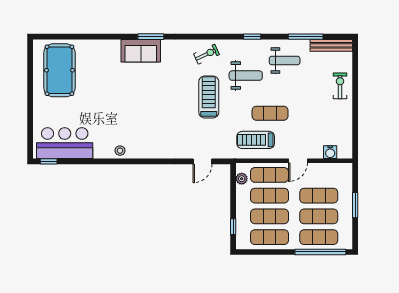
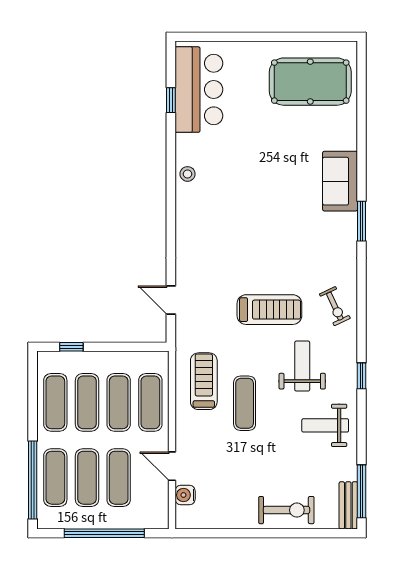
window: (306, 37) -> (362, 491), moved
bench: (331, 45) -> (348, 505), width x0.73
sofa: (141, 51) -> (340, 181), moved
weight bench: (285, 61) -> (325, 425), turned 90
weight bench: (246, 76) -> (302, 366), turned 180
exercise bike: (340, 86) -> (286, 510), width x1.38, depth x1.39
window: (49, 161) -> (171, 100), moved
door: (298, 161) -> (172, 466), moved
plant: (242, 179) -> (145, 360), removed
window: (355, 205) -> (104, 533), width x2.11

